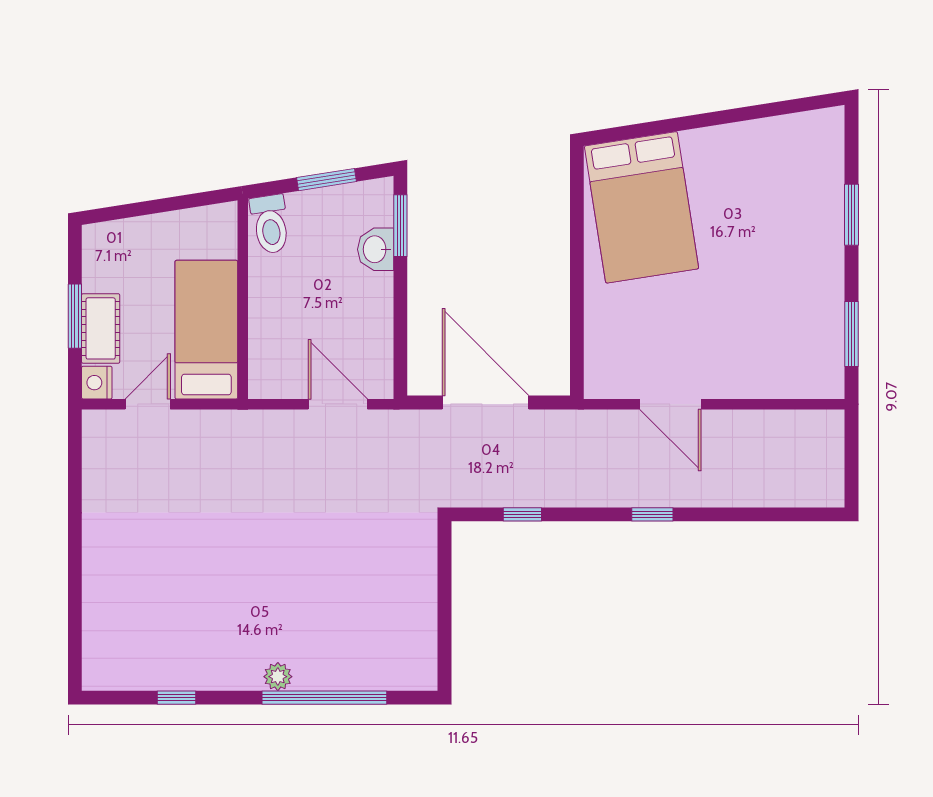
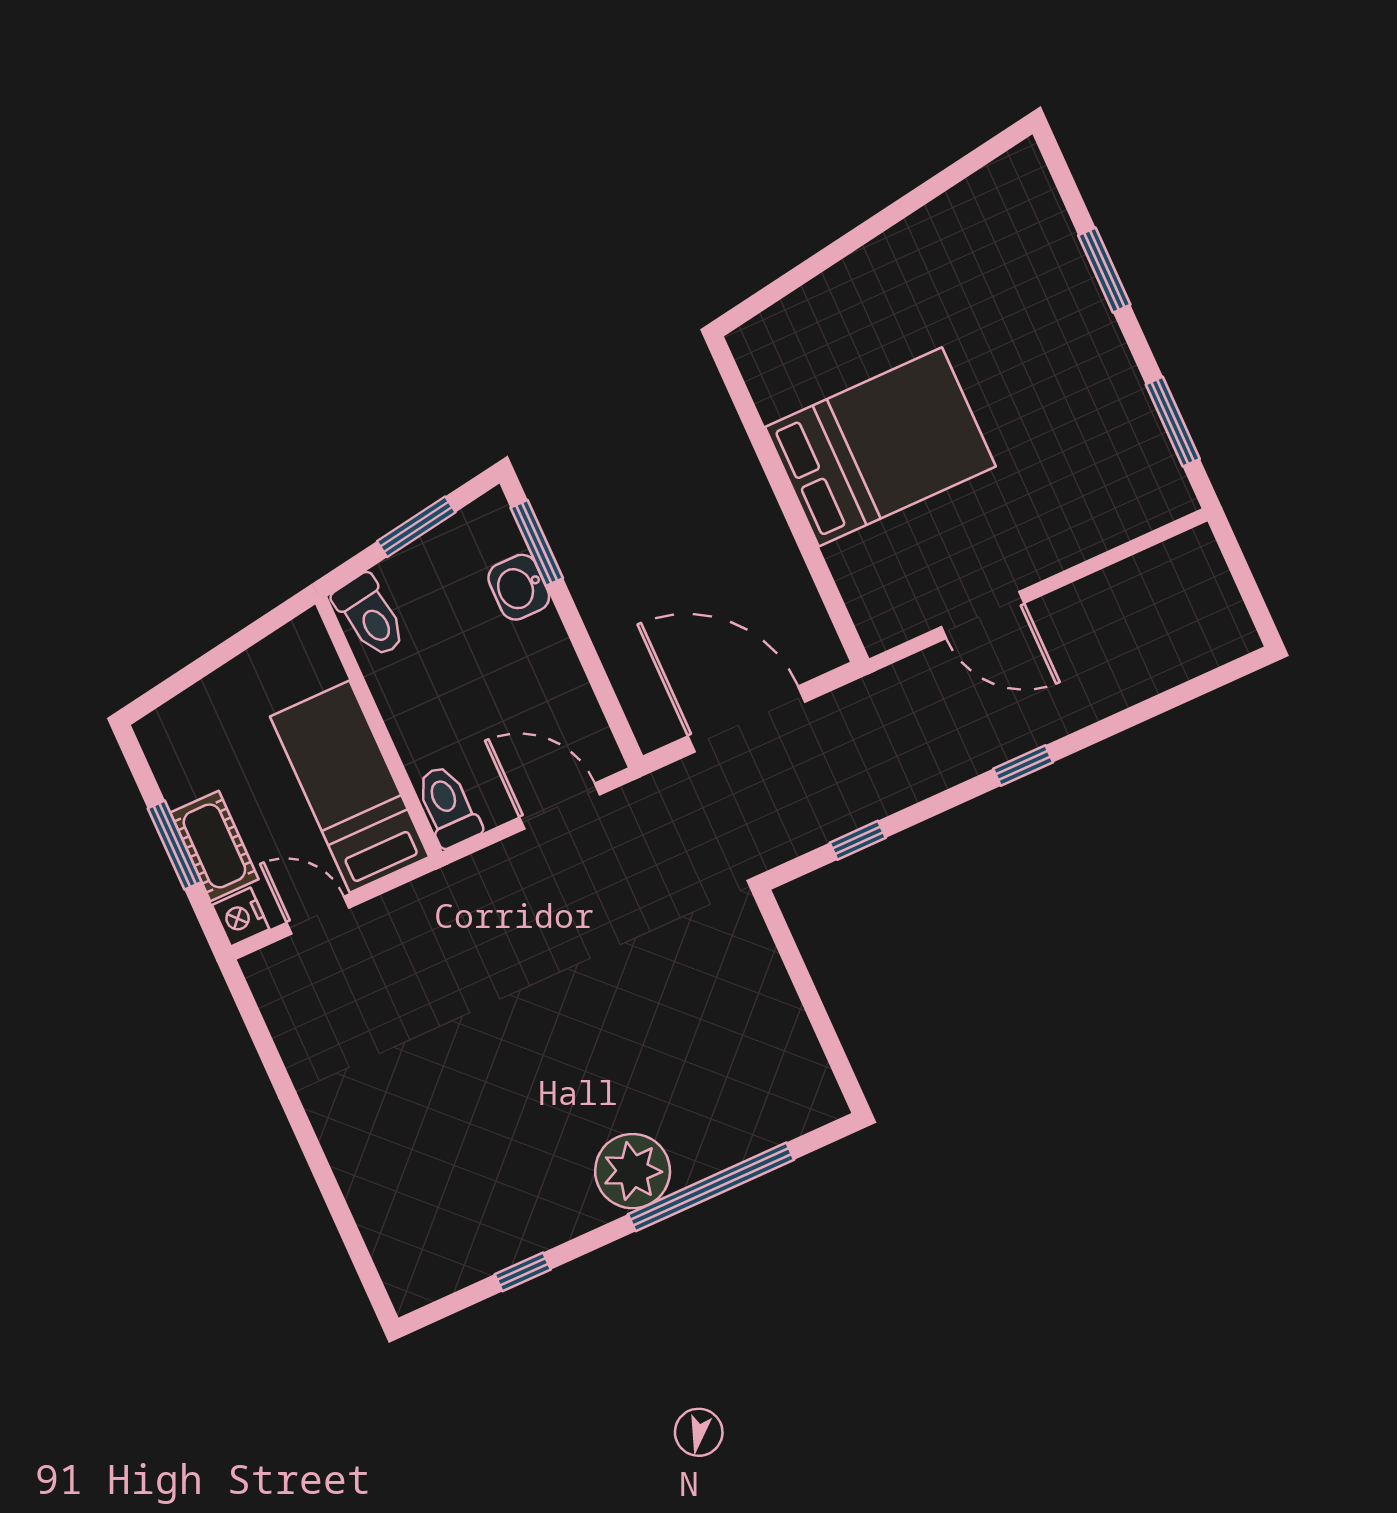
bed: (642, 207) -> (880, 447), moved, turned -81
toilet: (265, 371) -> (448, 806), added
door: (148, 404) -> (318, 915), hinge flipped
plant: (278, 677) -> (633, 1171), width x1.87, depth x1.87

